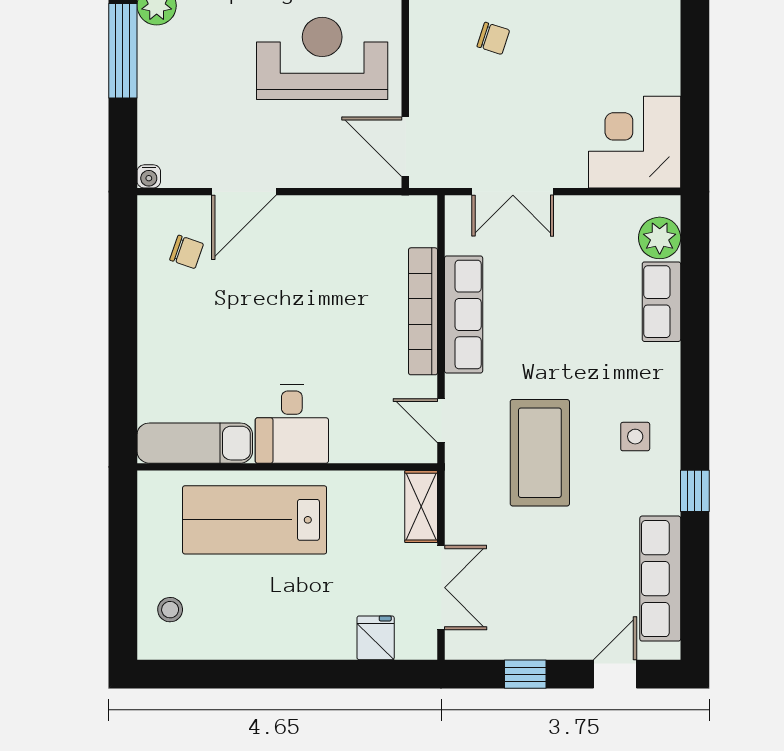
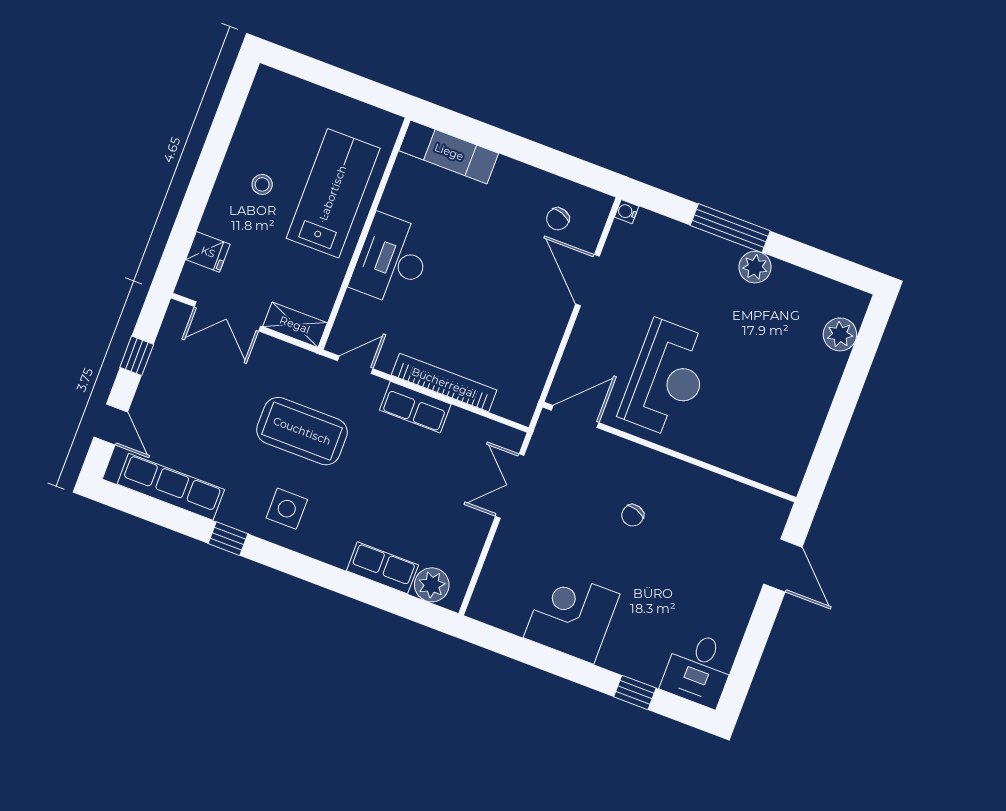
corner desk: (635, 142) -> (572, 616), moved, turned -90
row of seats: (464, 314) -> (415, 407), width x0.68
desk: (292, 424) -> (392, 260), width x1.37
side table: (635, 437) -> (287, 509), width x1.37, depth x1.37
exam couch: (195, 443) -> (449, 152), moved, turned 90
stool: (170, 610) -> (262, 184), moved

